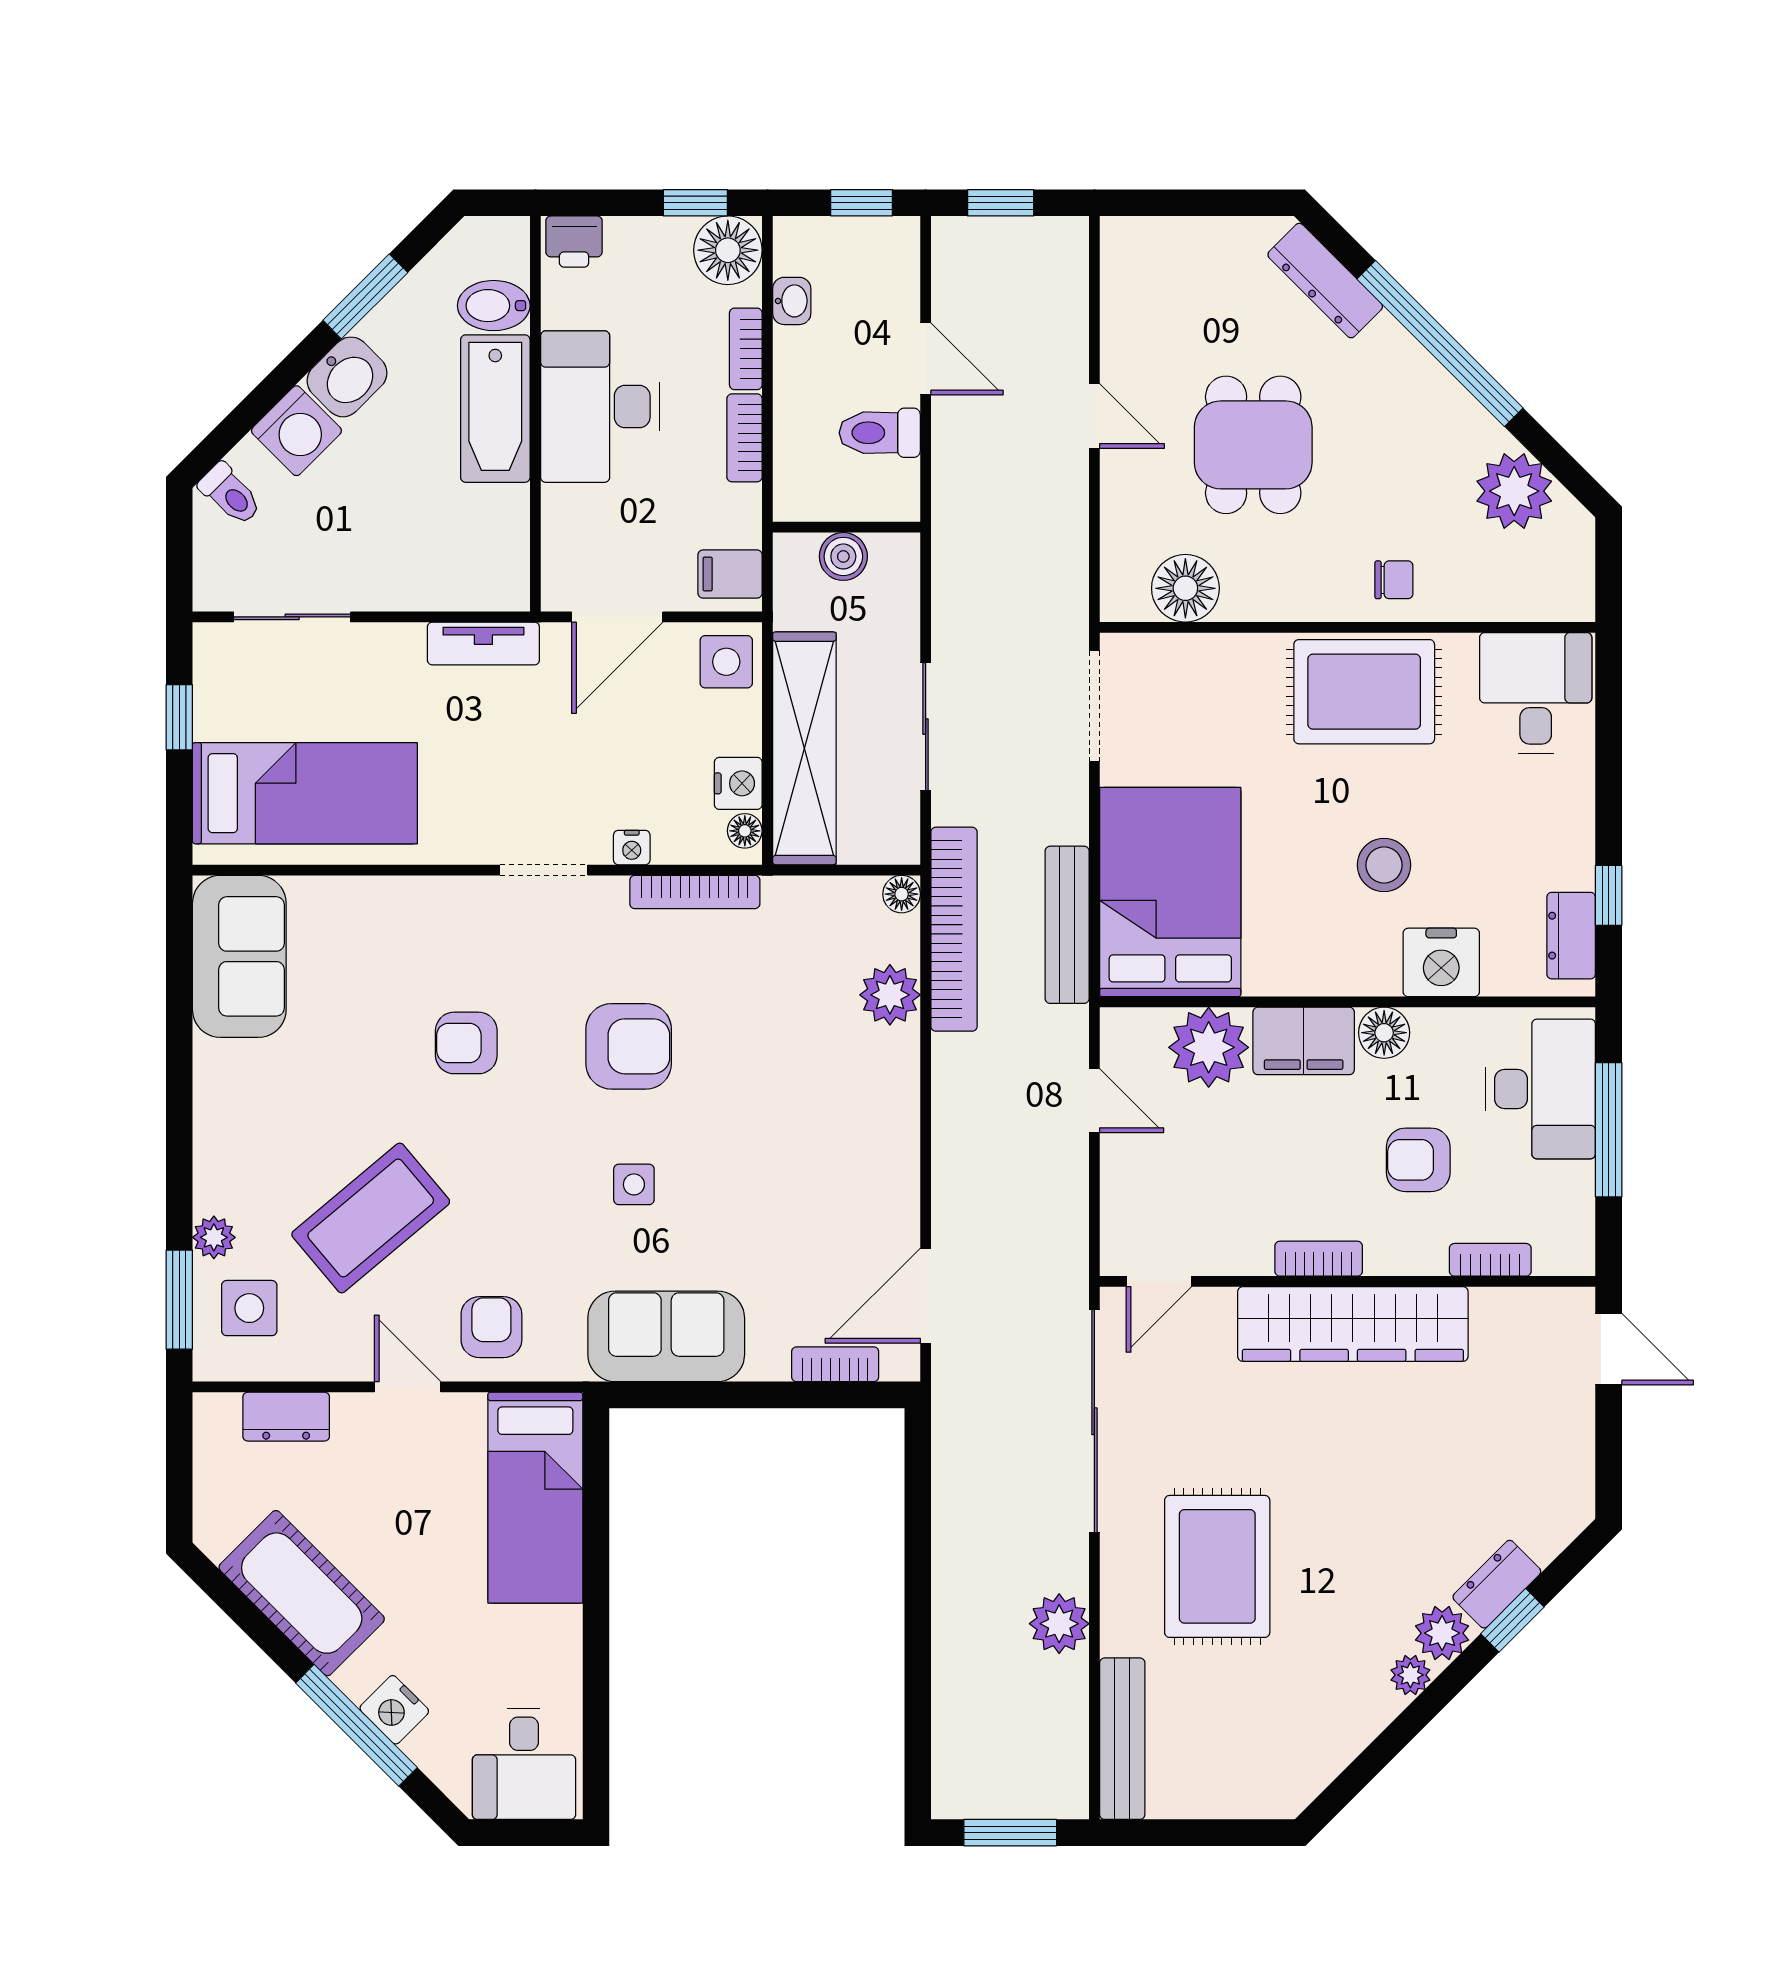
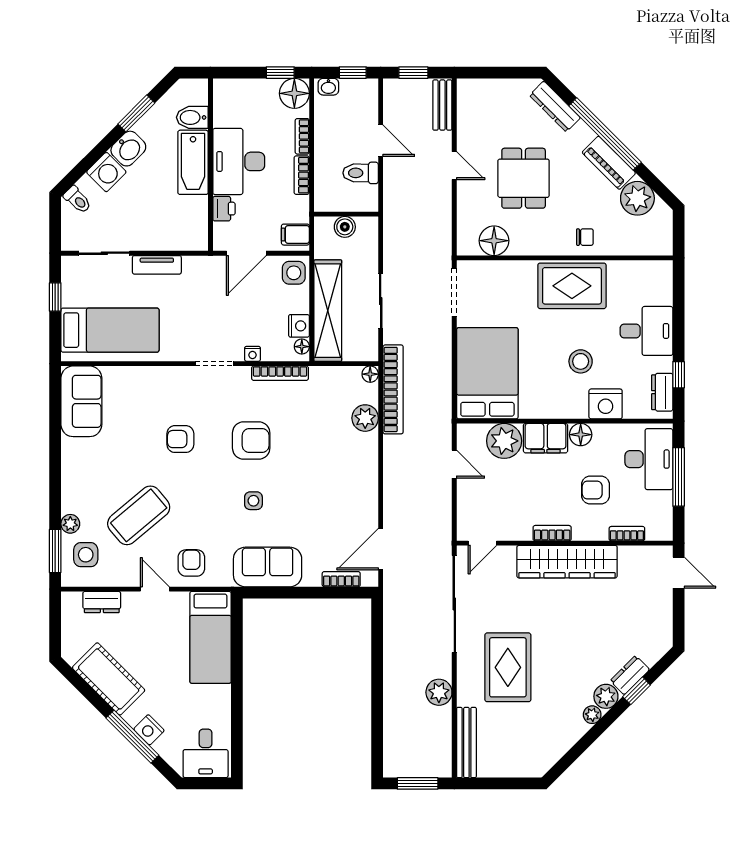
printer: (574, 242) -> (224, 209), moved, turned -90
washbasin: (792, 301) -> (328, 87), moved, turned 90
piano: (1449, 409) -> (609, 163), added
tv unit: (483, 644) -> (157, 265), moved
desk: (1536, 693) -> (646, 331), moved, turned 90
bench: (1067, 925) -> (442, 105), moved, width x0.73

